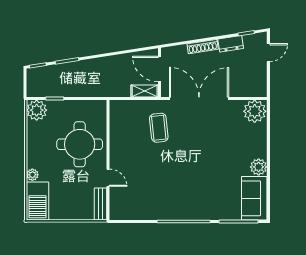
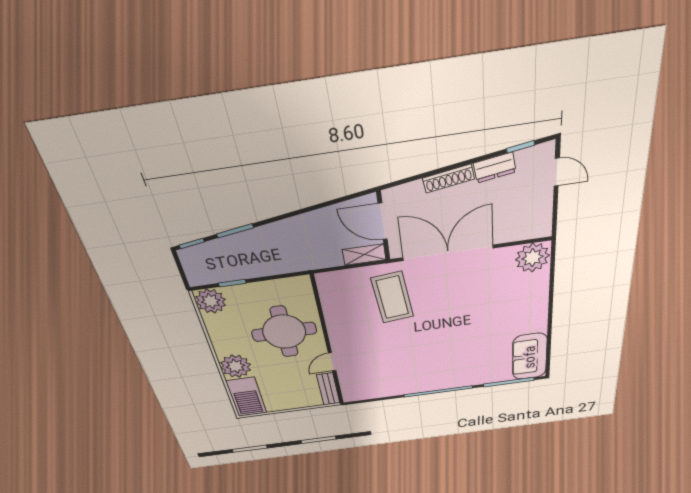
door: (268, 53) -> (557, 172), hinge flipped
coffee table: (159, 128) -> (392, 297), width x1.36, depth x1.32
plant: (259, 167) -> (536, 323), removed
plant: (32, 175) -> (236, 366), width x1.88, depth x1.88
door: (108, 178) -> (332, 362), swing flipped

